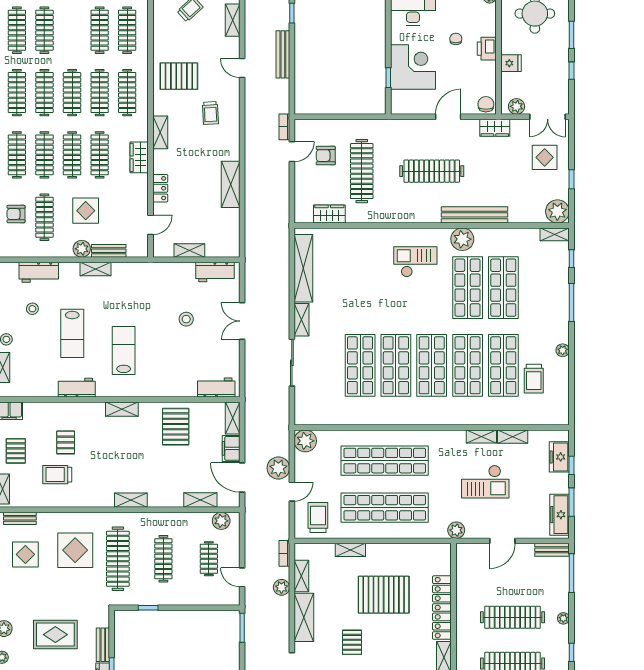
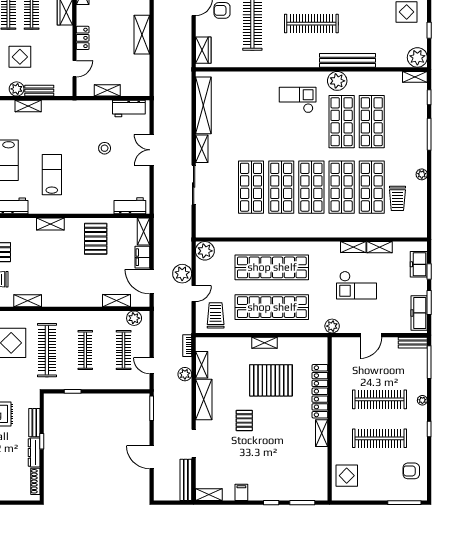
wardrobe: (329, 214) -> (203, 50), moved, turned 90
shelving: (131, 500) -> (28, 301), moved
shelving: (350, 550) -> (264, 343), moved
clothes rail: (209, 559) -> (124, 350), width x1.36

